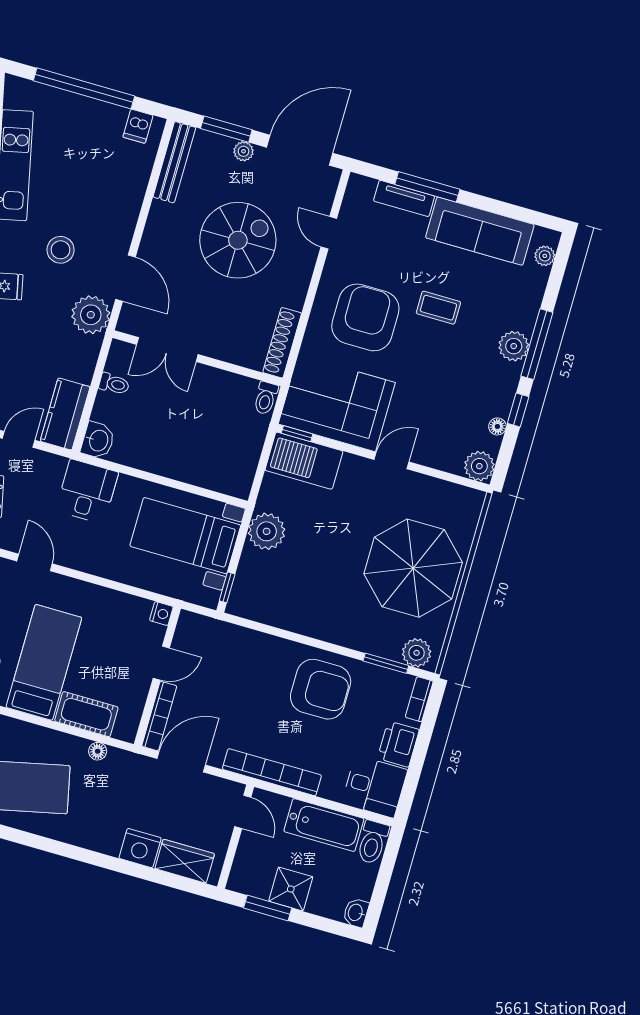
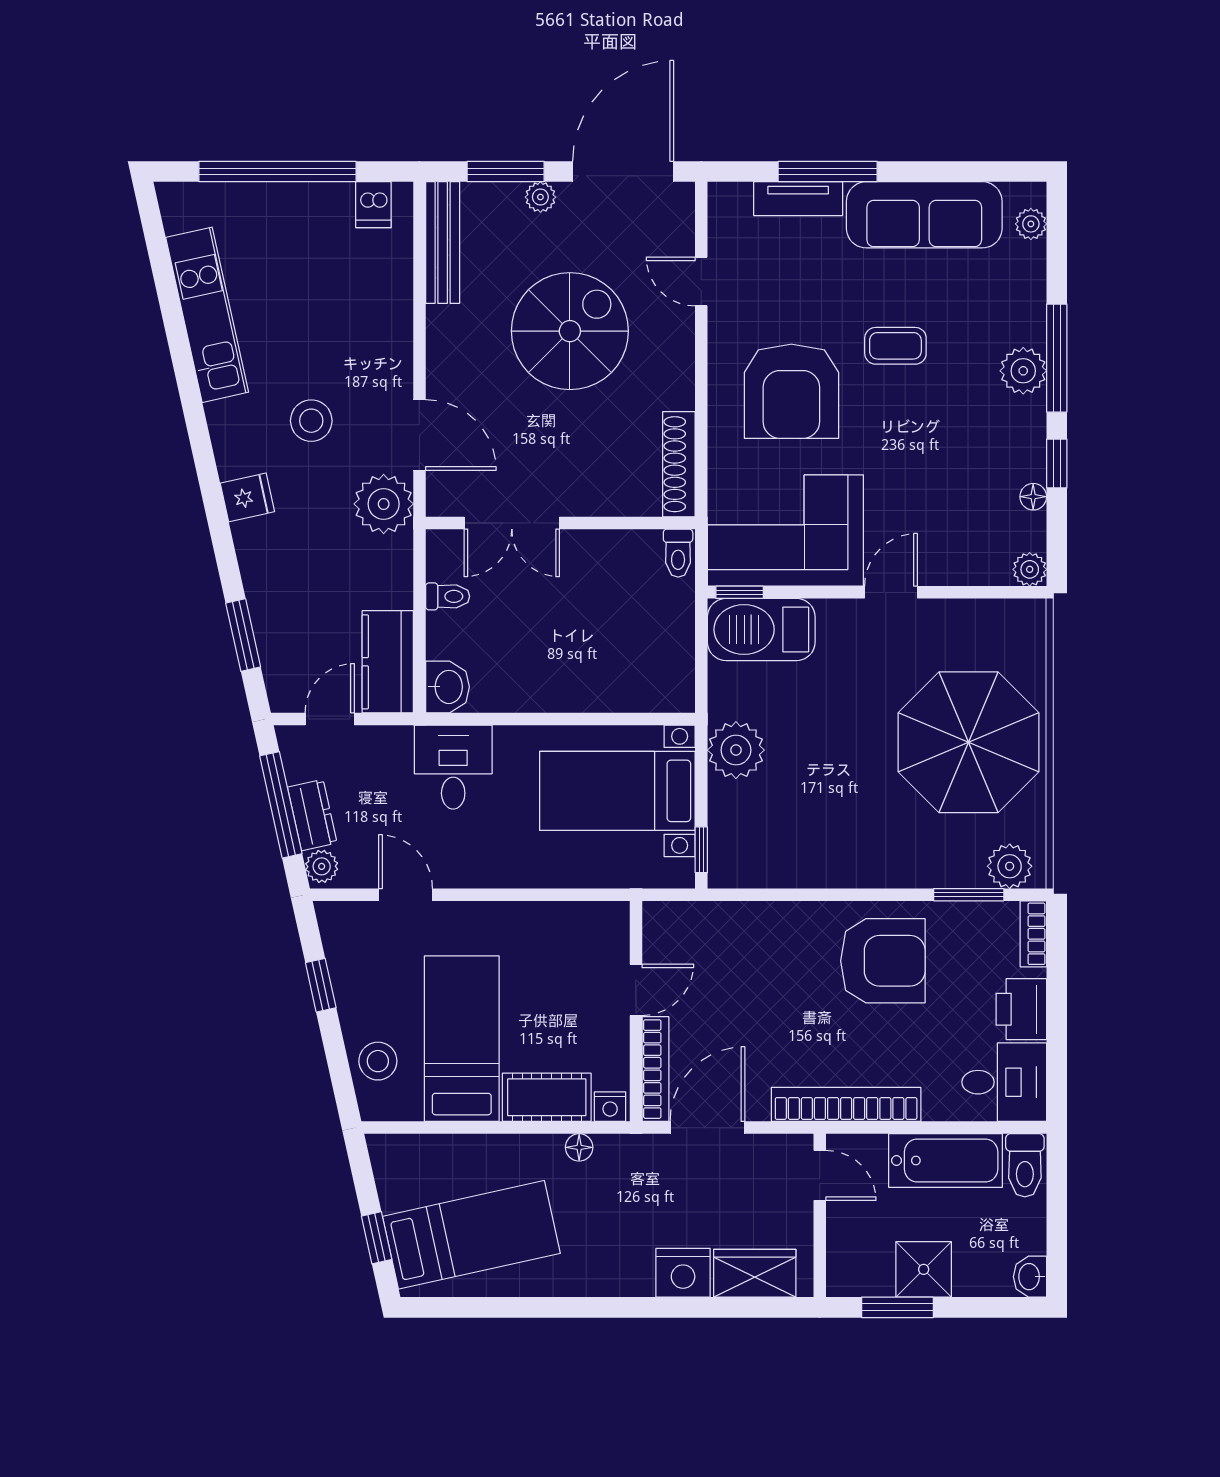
armchair: (365, 317) -> (791, 391), turned 180
plant: (479, 466) -> (1030, 569), width x0.73, depth x0.73
nightstand: (161, 614) -> (610, 1107), moved, turned 90

